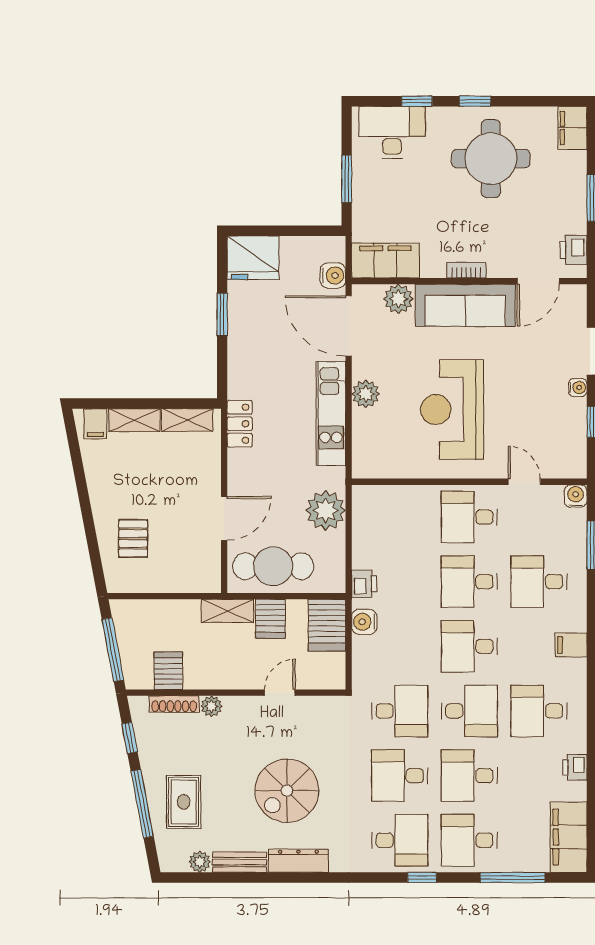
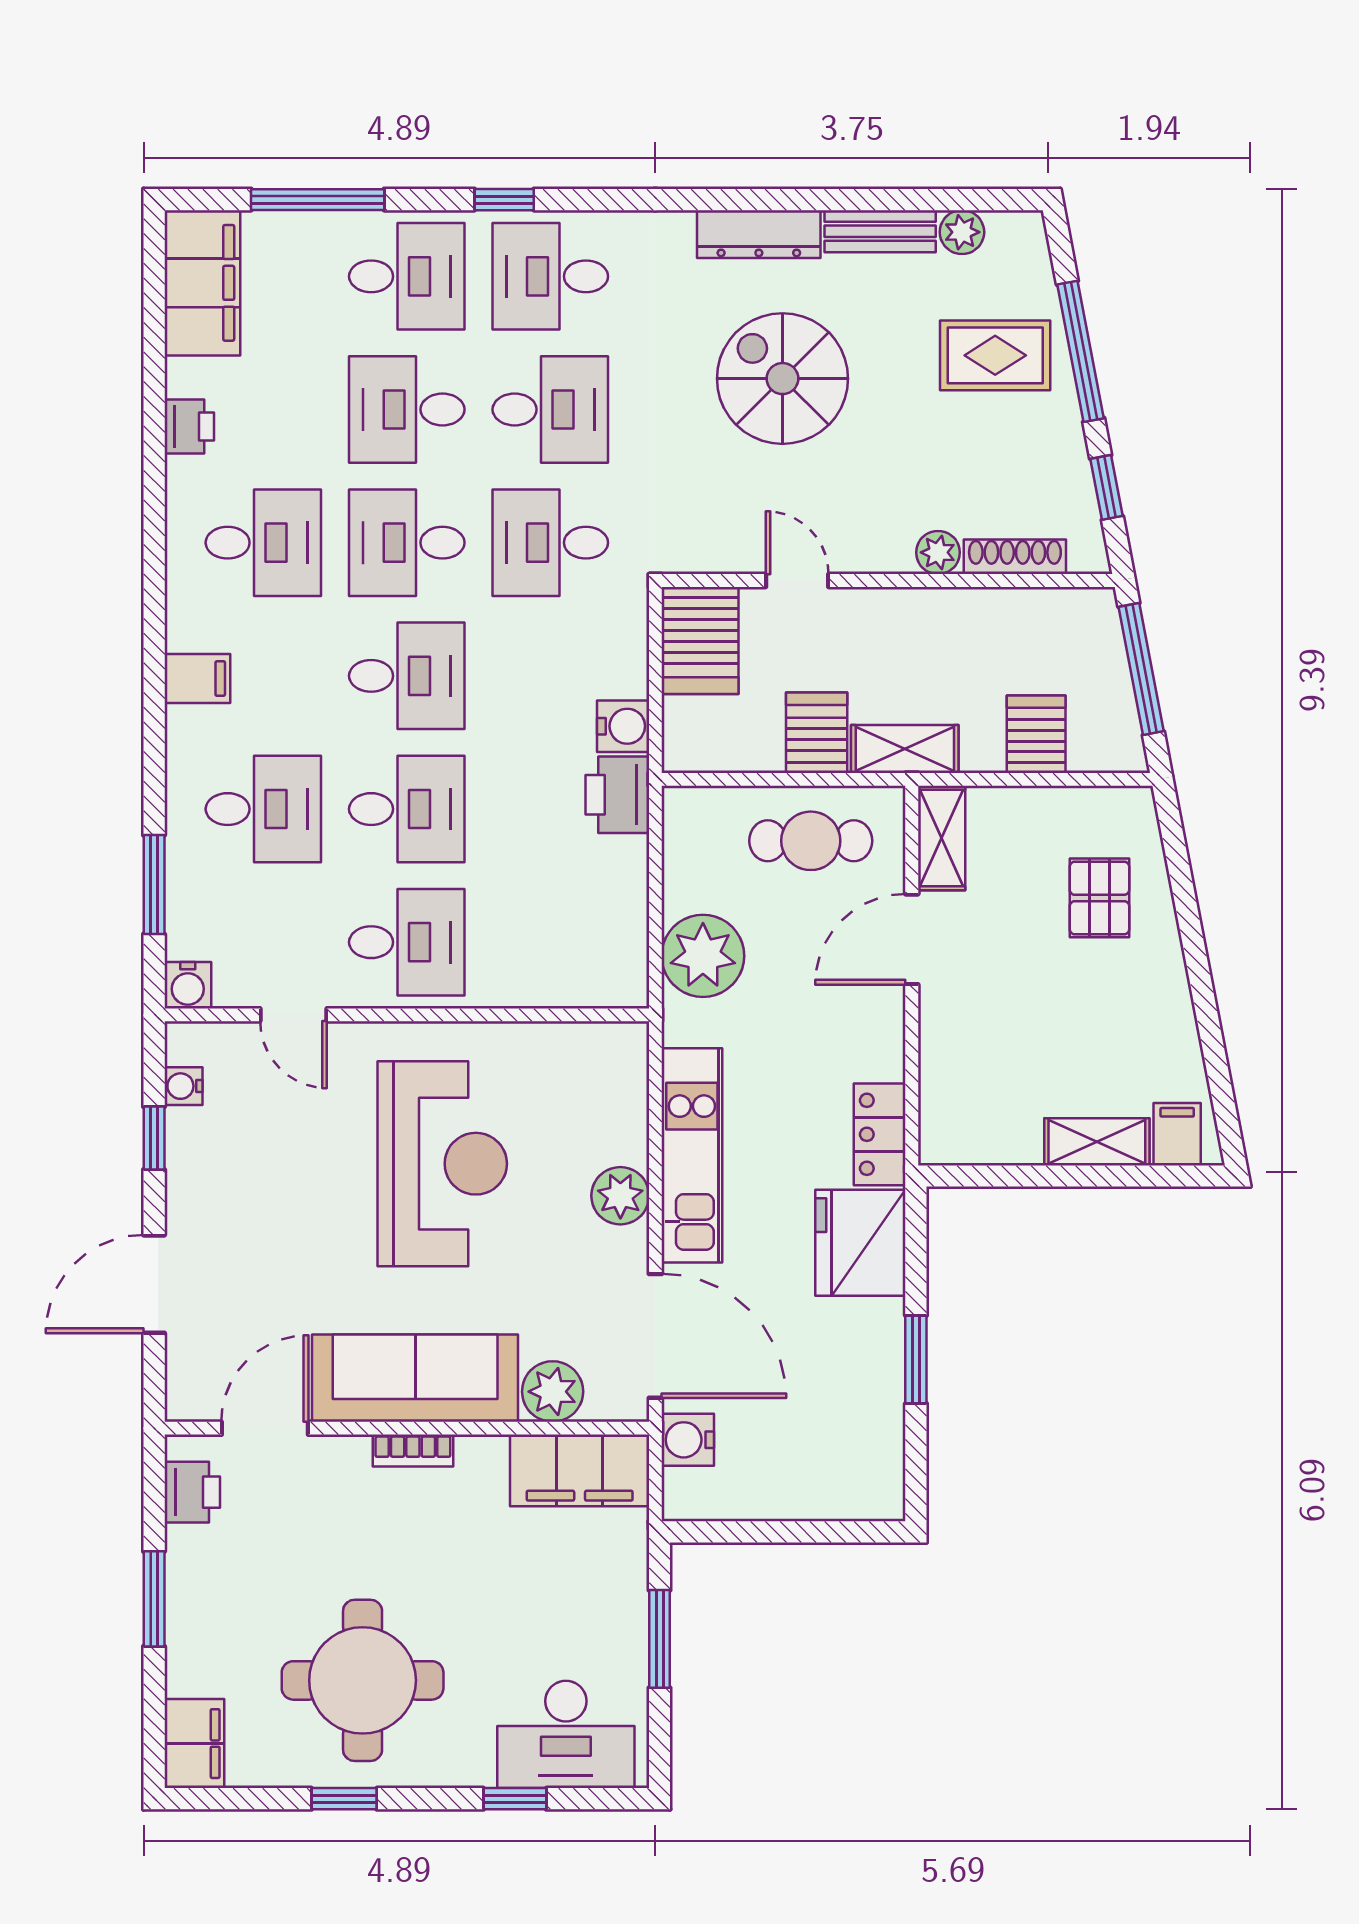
window: (475, 101) -> (344, 1799), moved
fridge: (253, 258) -> (860, 1243), moved, turned -90
water cooler: (578, 387) -> (183, 1086), moved
shelving: (187, 420) -> (942, 838), moved, turned 90
cafe table: (273, 566) -> (811, 841), width x0.73, depth x0.74
printer: (364, 584) -> (617, 795), width x1.36, depth x1.24
server rack: (327, 625) -> (700, 640), moved, turned 180
server rack: (168, 671) -> (1036, 734), moved, turned 180
door: (280, 693) -> (797, 580), swing flipped
desk: (469, 776) -> (407, 409), turned 180
spiral stairs: (287, 791) -> (782, 379), turned -90
rug: (184, 802) -> (995, 355), turned 90

